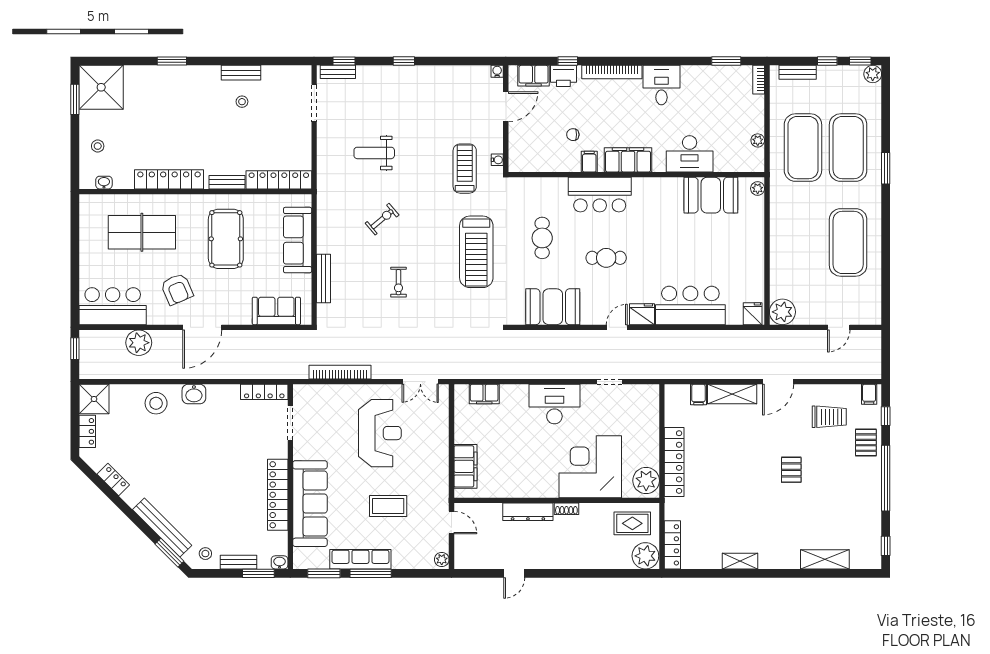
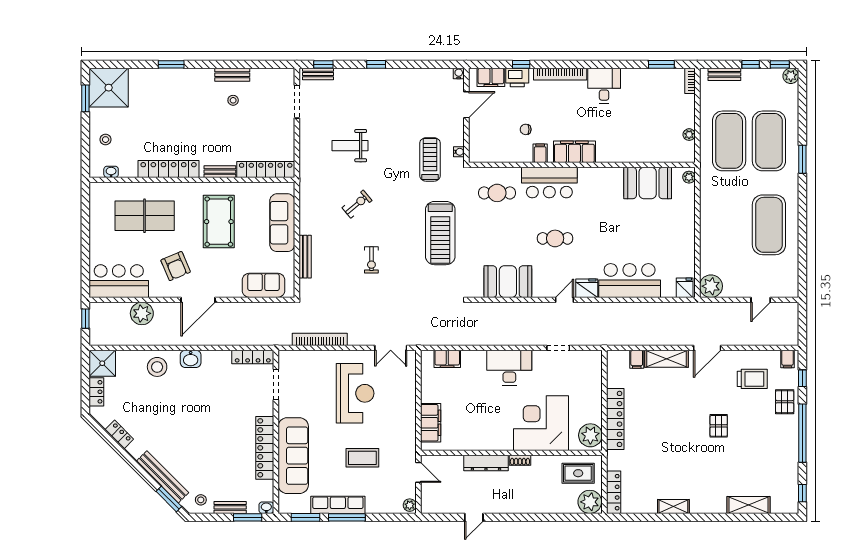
desk: (690, 154) -> (629, 146), removed
cafe table: (542, 238) -> (497, 193), moved, turned 90

